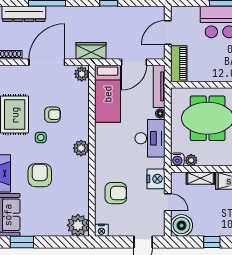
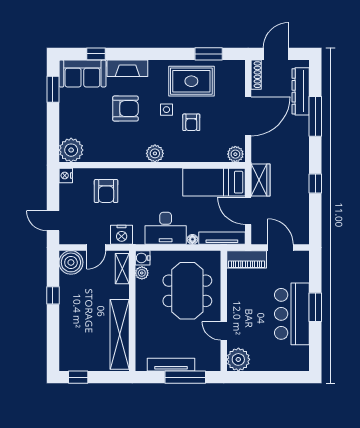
wardrobe: (91, 51) -> (260, 180), moved
door: (47, 62) -> (248, 116), hinge flipped
shelving: (200, 178) -> (122, 269), moved

